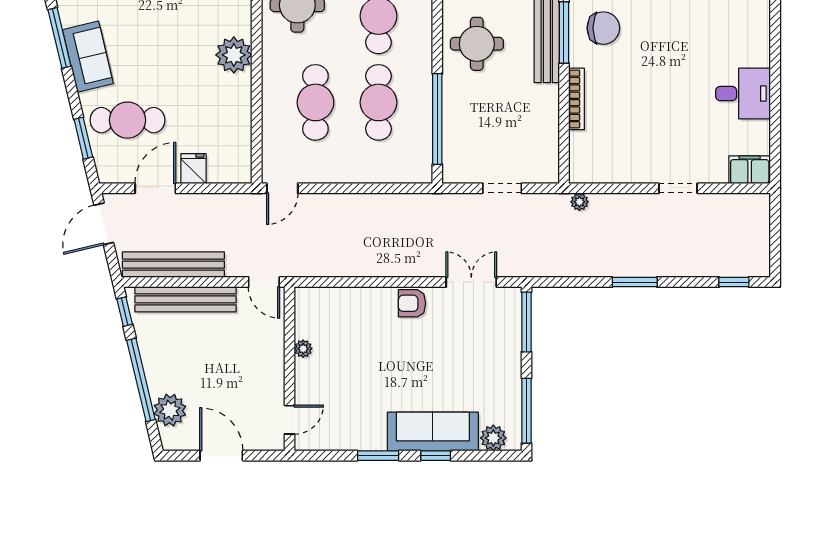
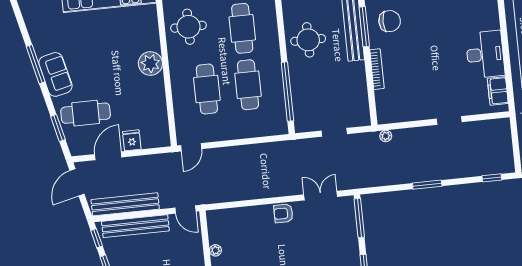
desk: (743, 94) -> (485, 54), width x1.37
filing cabinet: (750, 170) -> (498, 91), moved, turned -90

